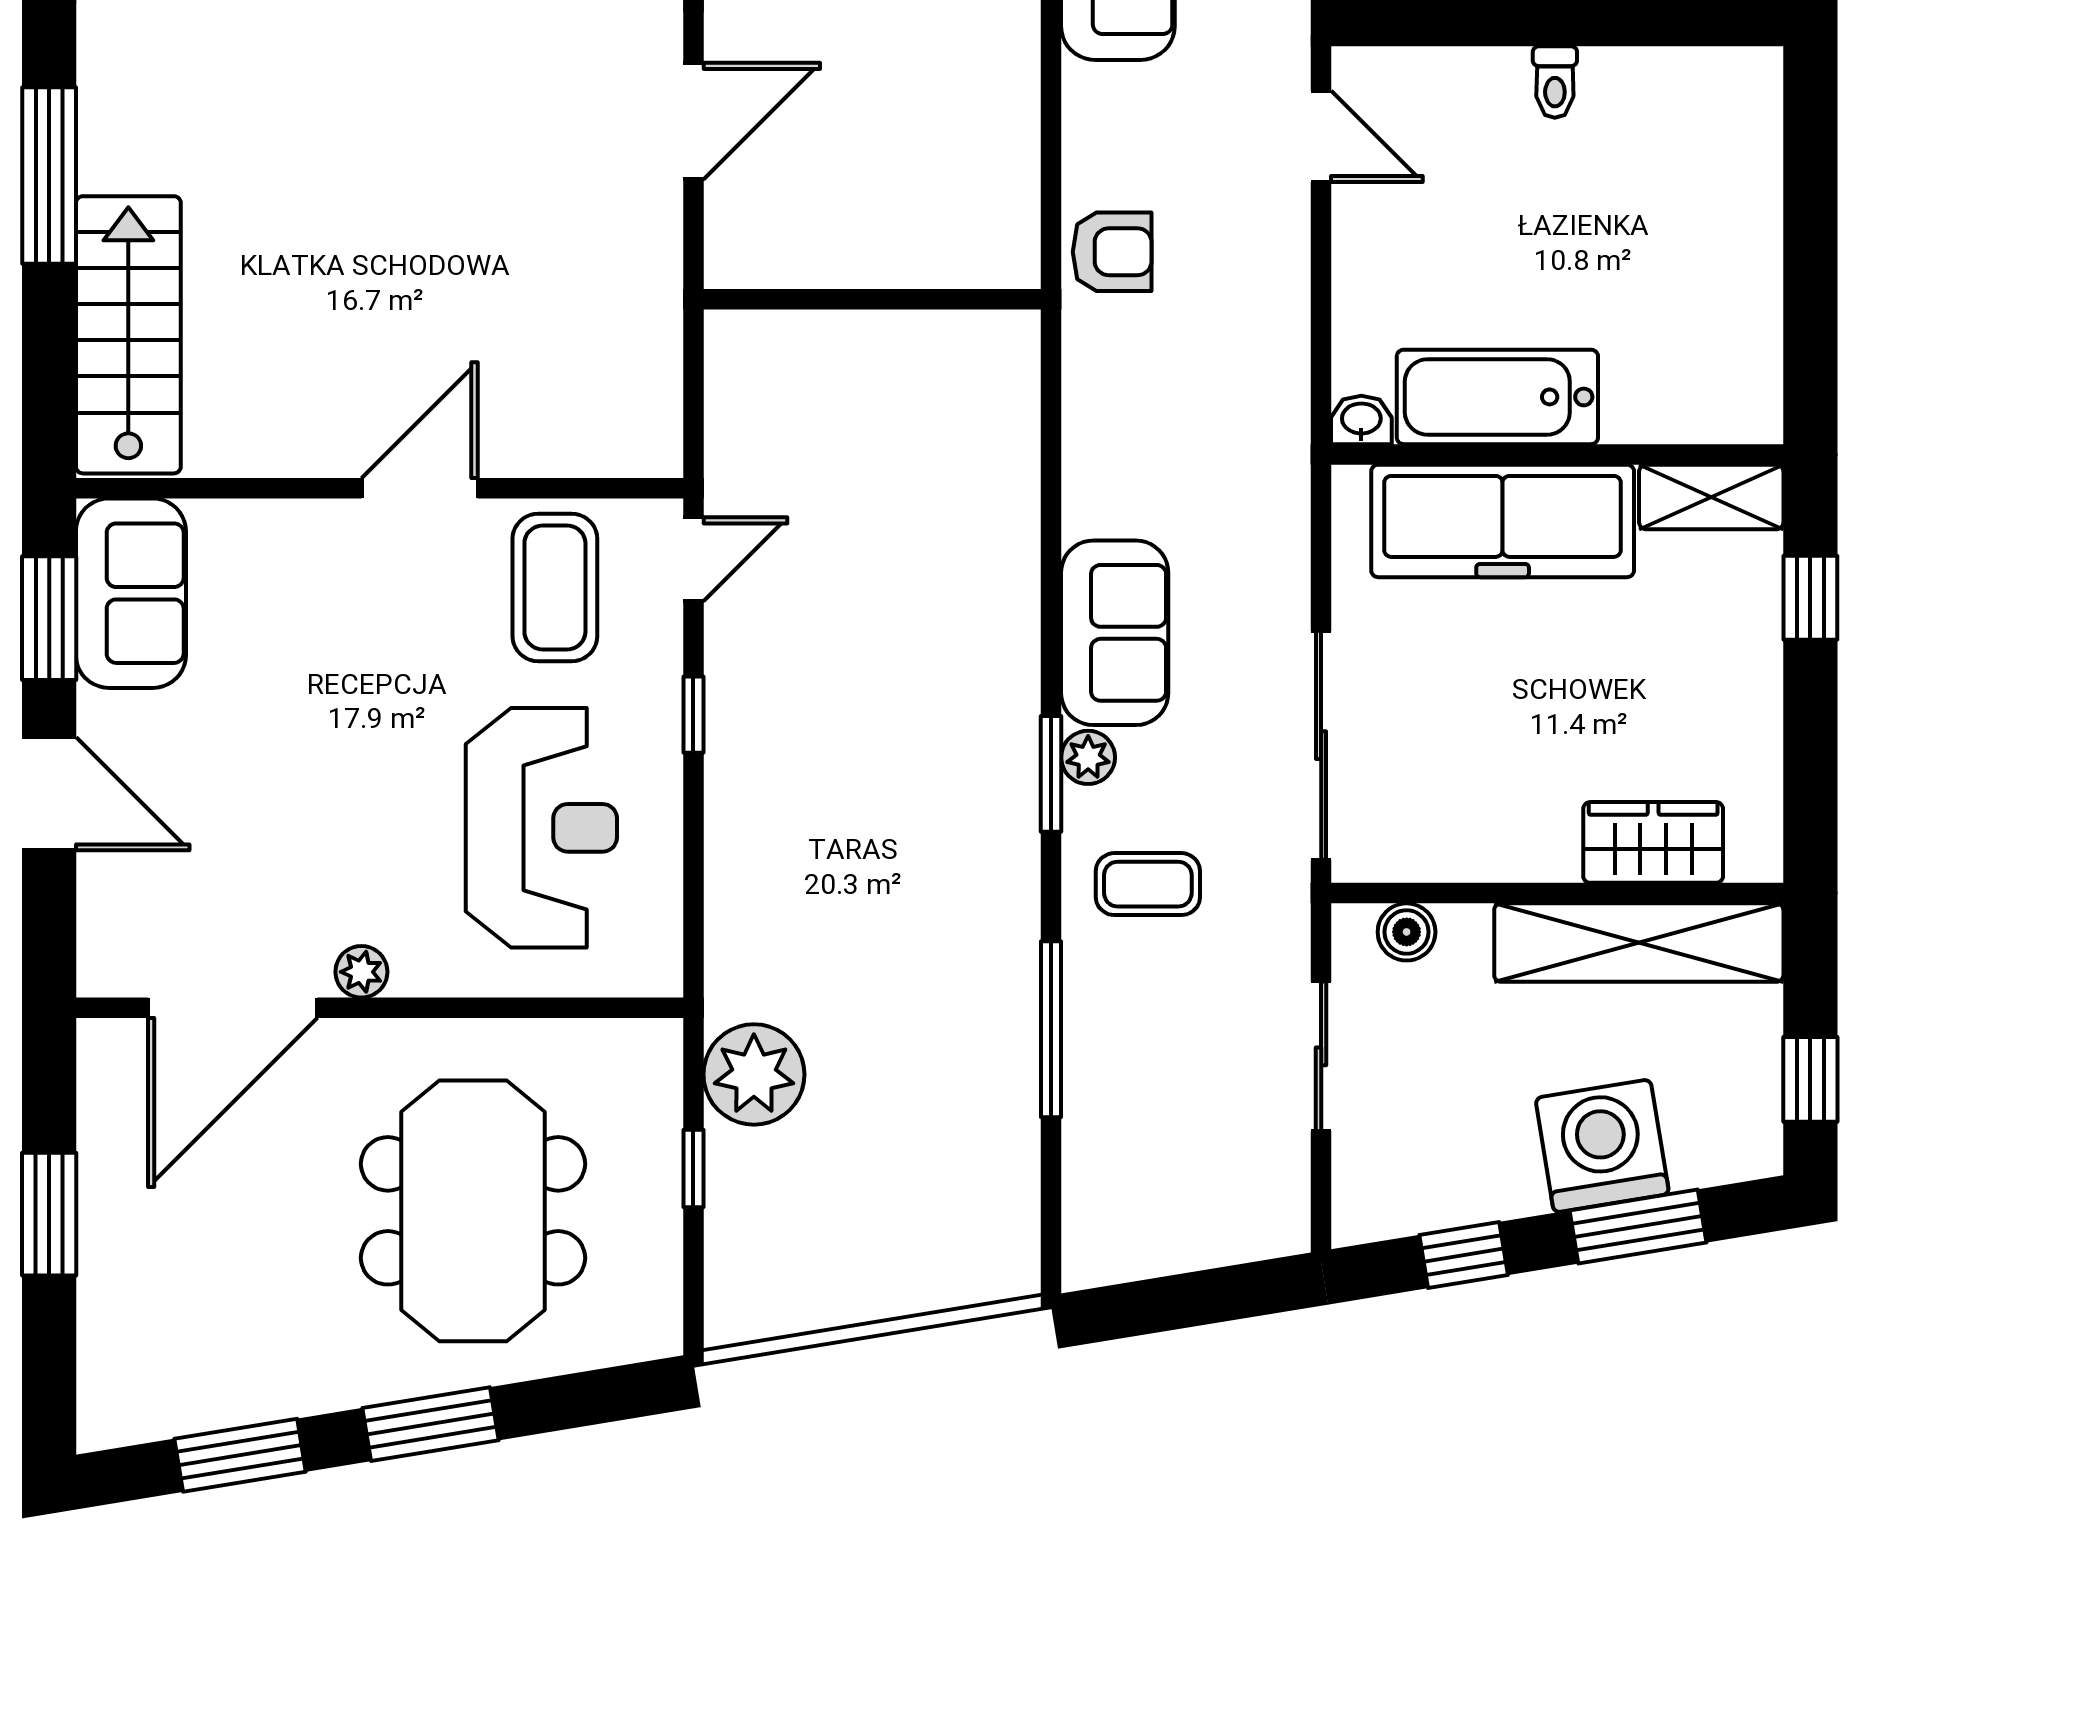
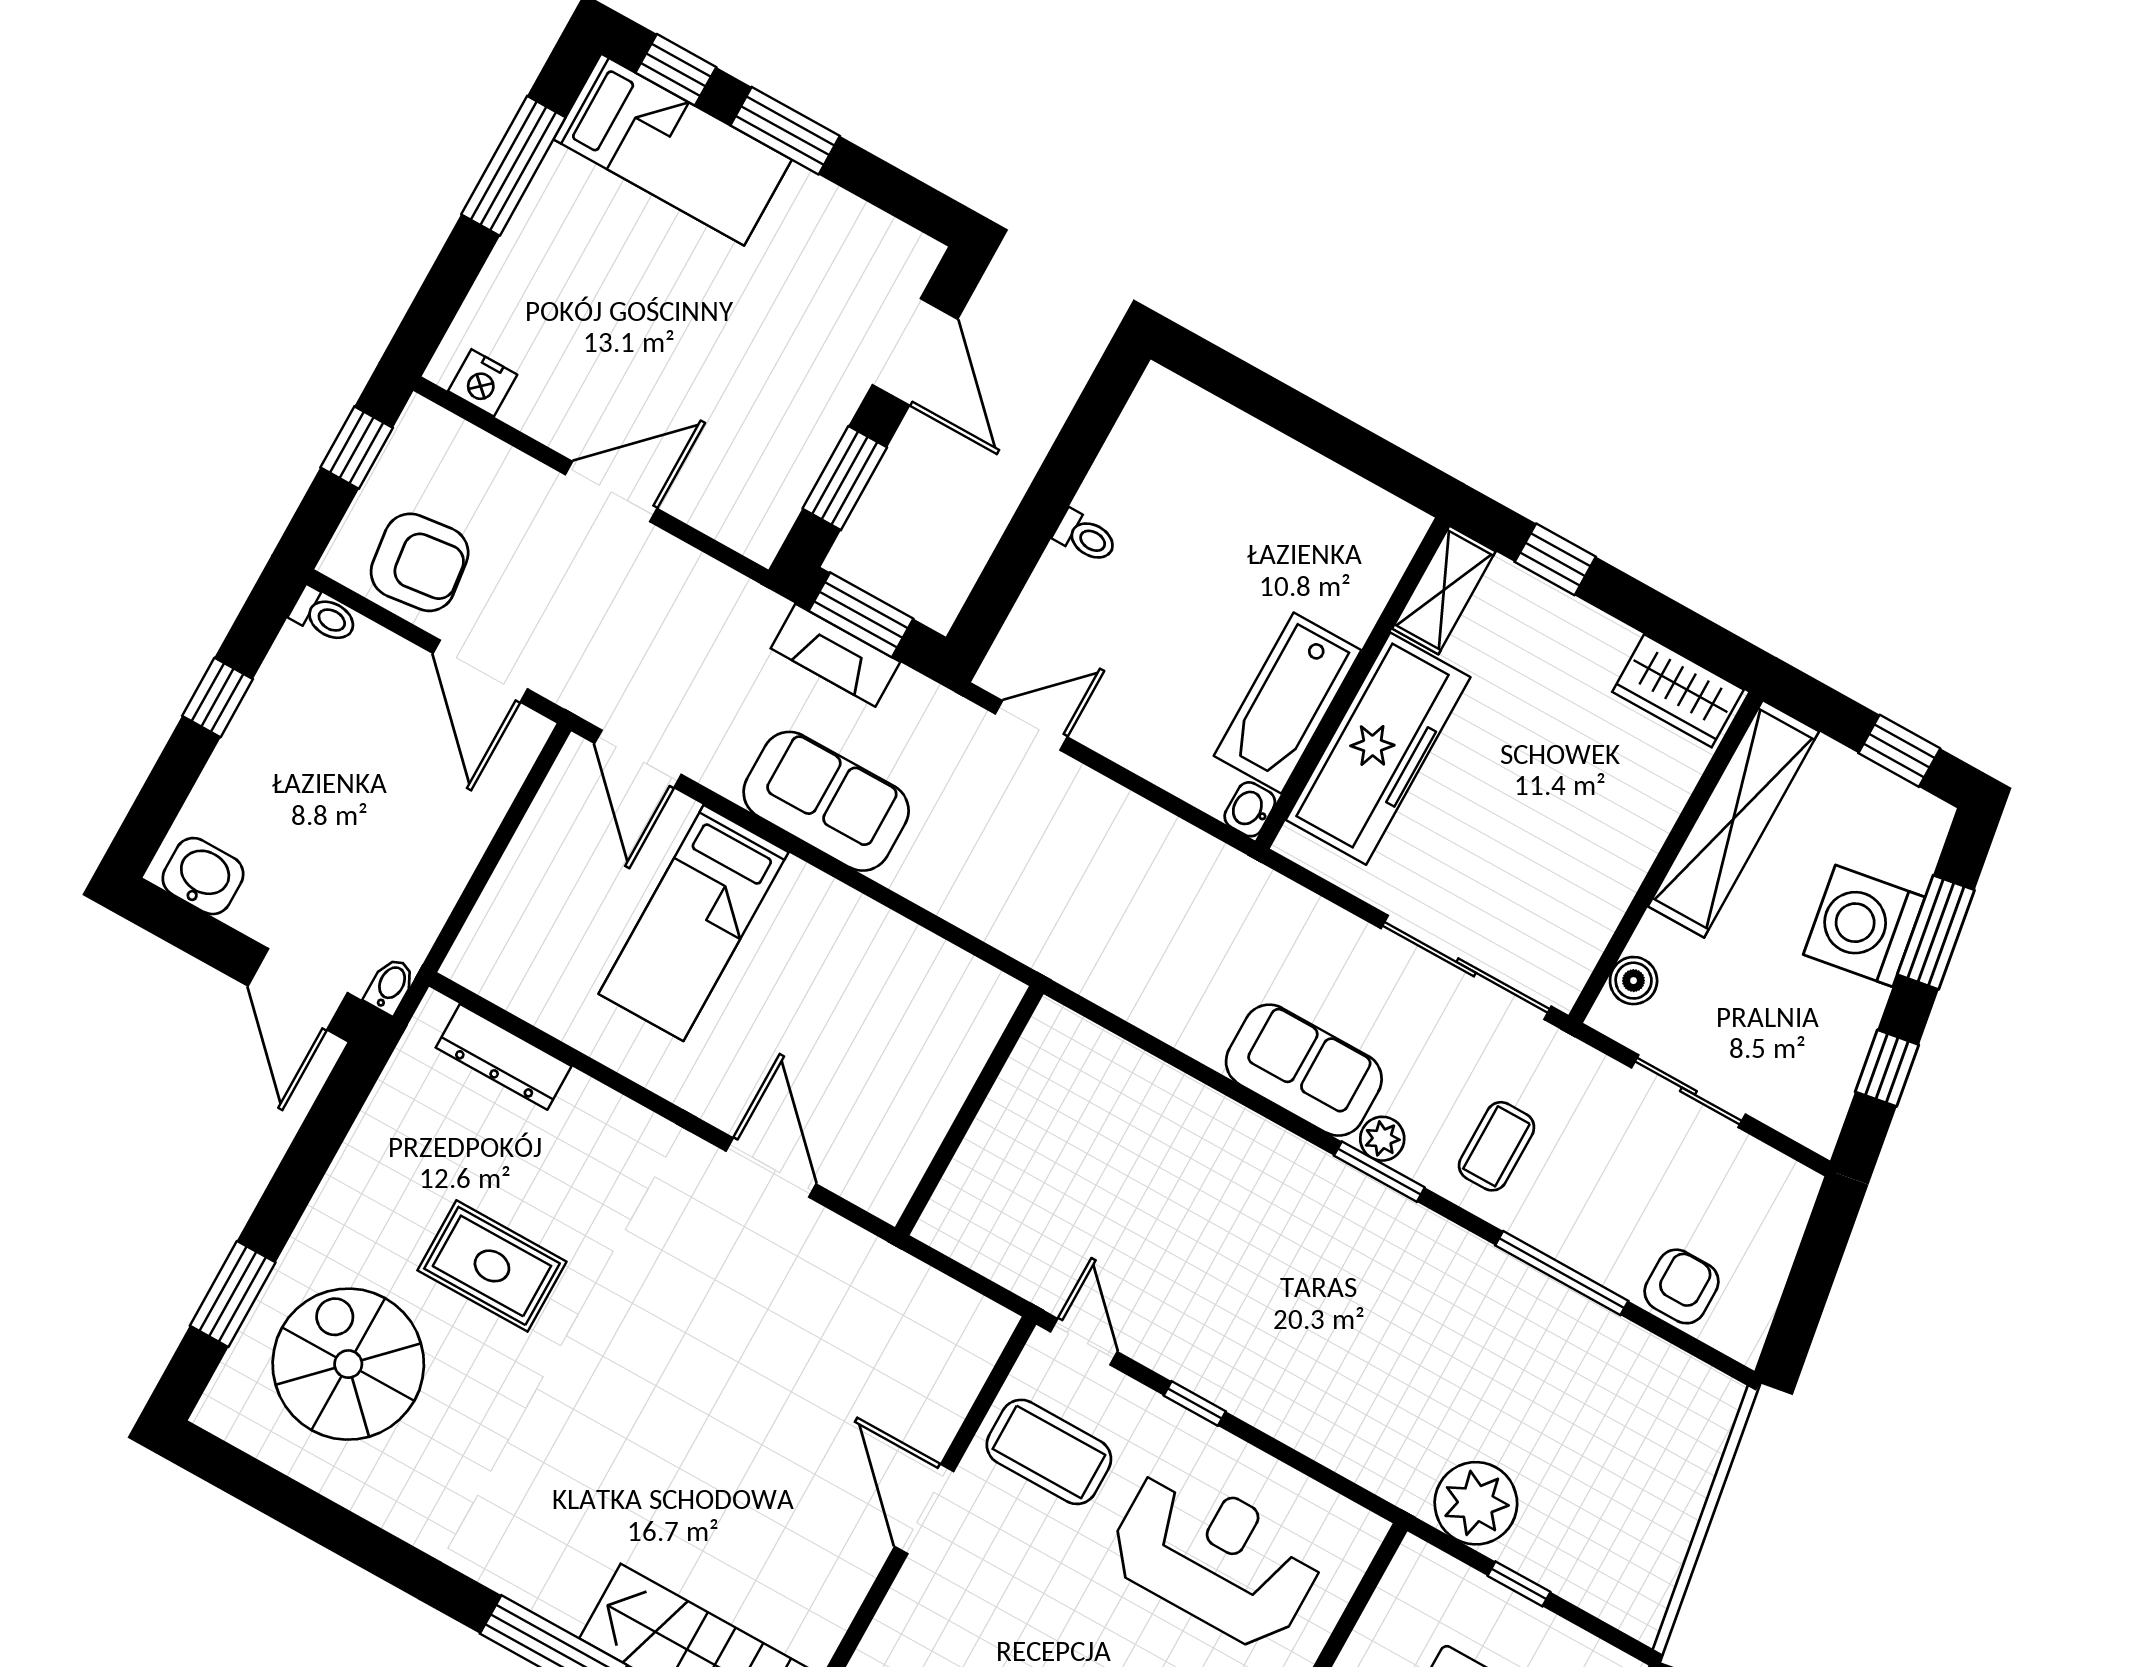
armchair: (1112, 252) -> (1682, 1286), moved
wardrobe: (1653, 842) -> (1678, 691), moved, turned -90

